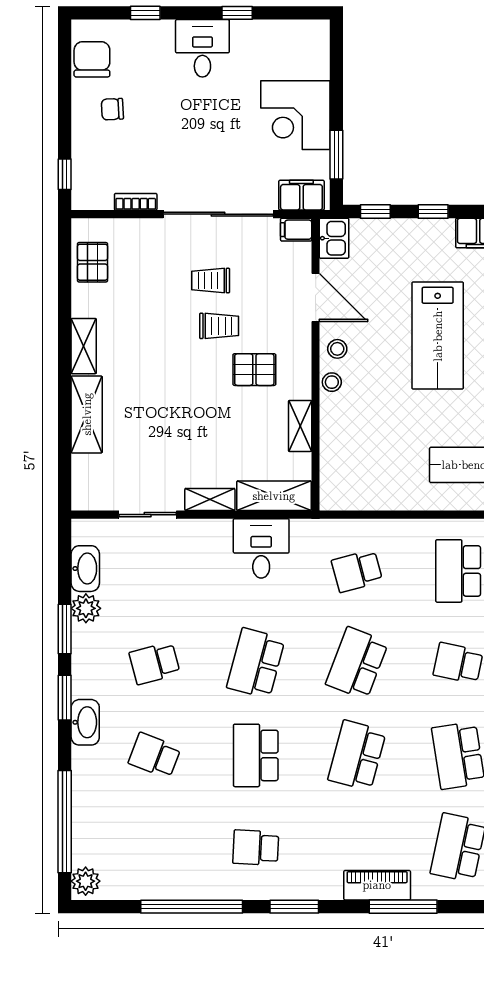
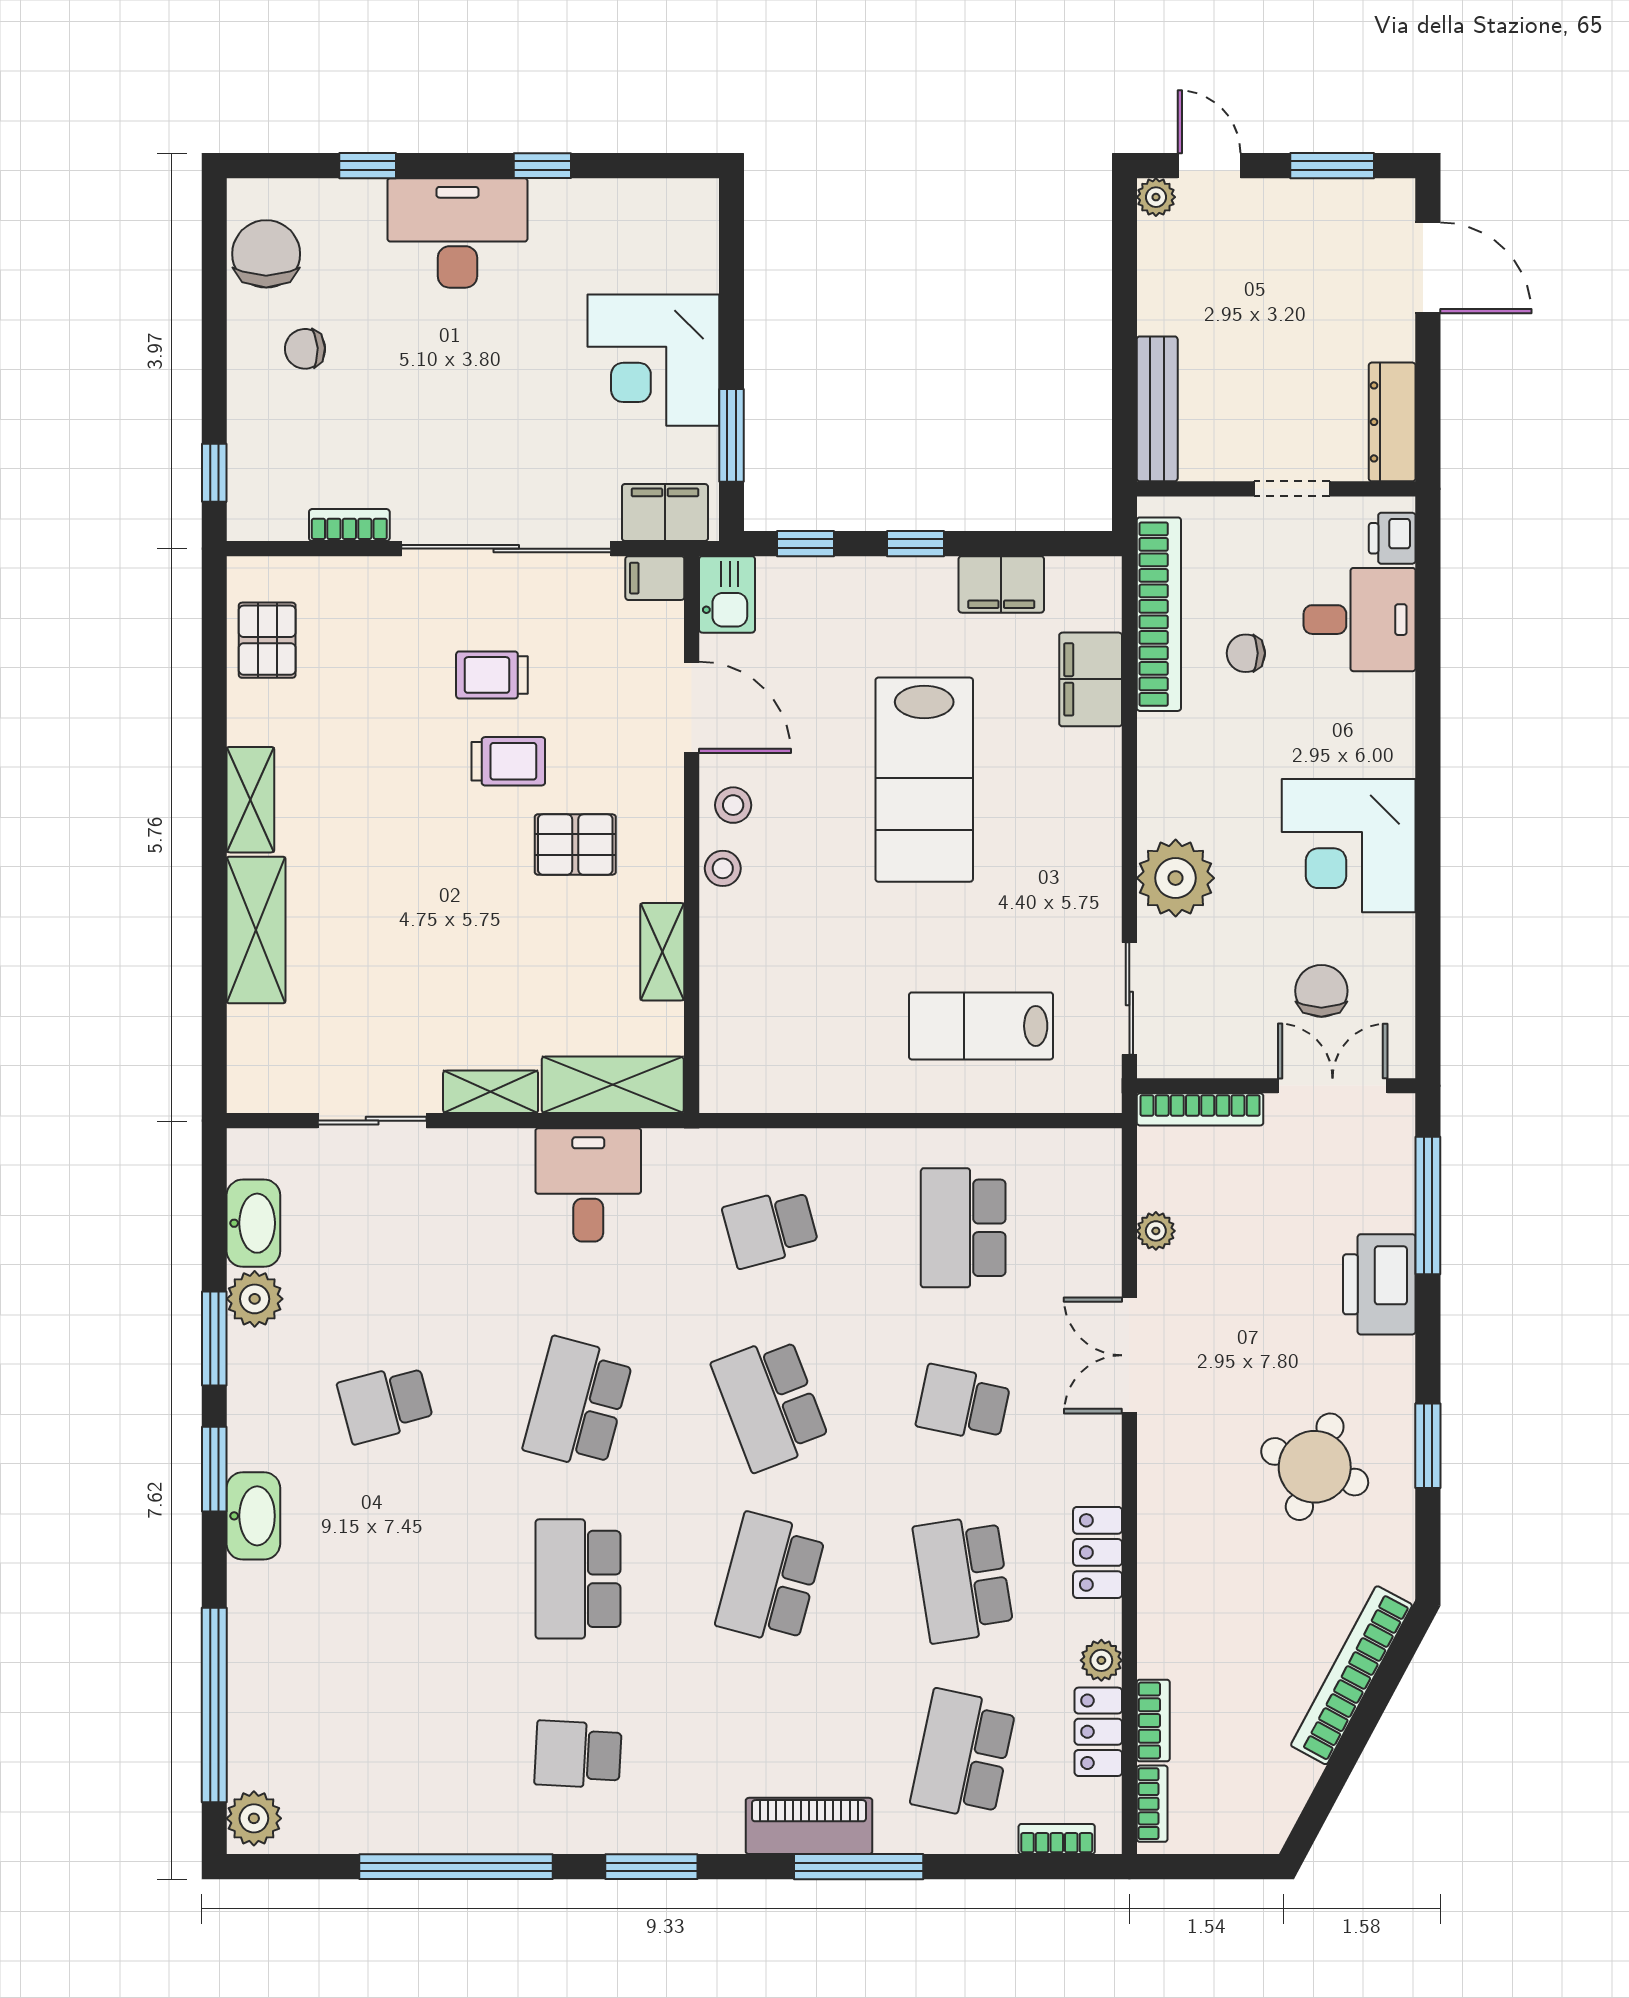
desk: (202, 48) -> (457, 233), width x1.37
school desk: (357, 663) -> (771, 1403), turned -42
school desk: (155, 755) -> (385, 1579), removed

